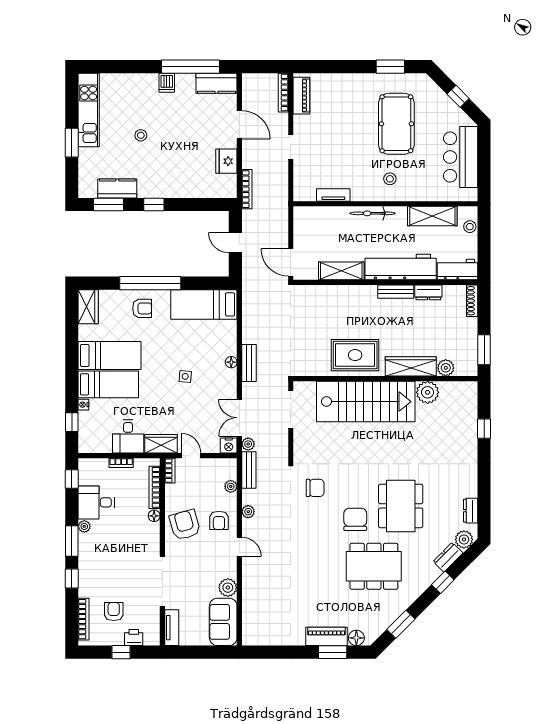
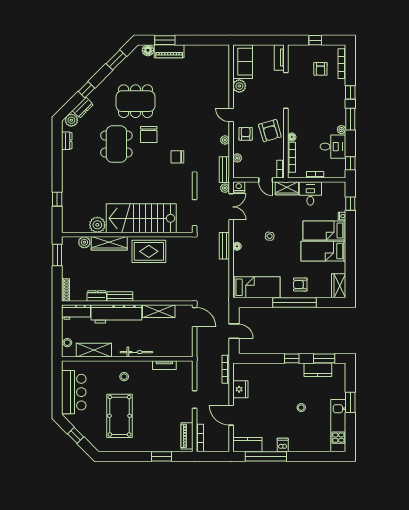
window: (390, 67) -> (162, 456), moved
printer: (134, 638) -> (306, 50), removed

